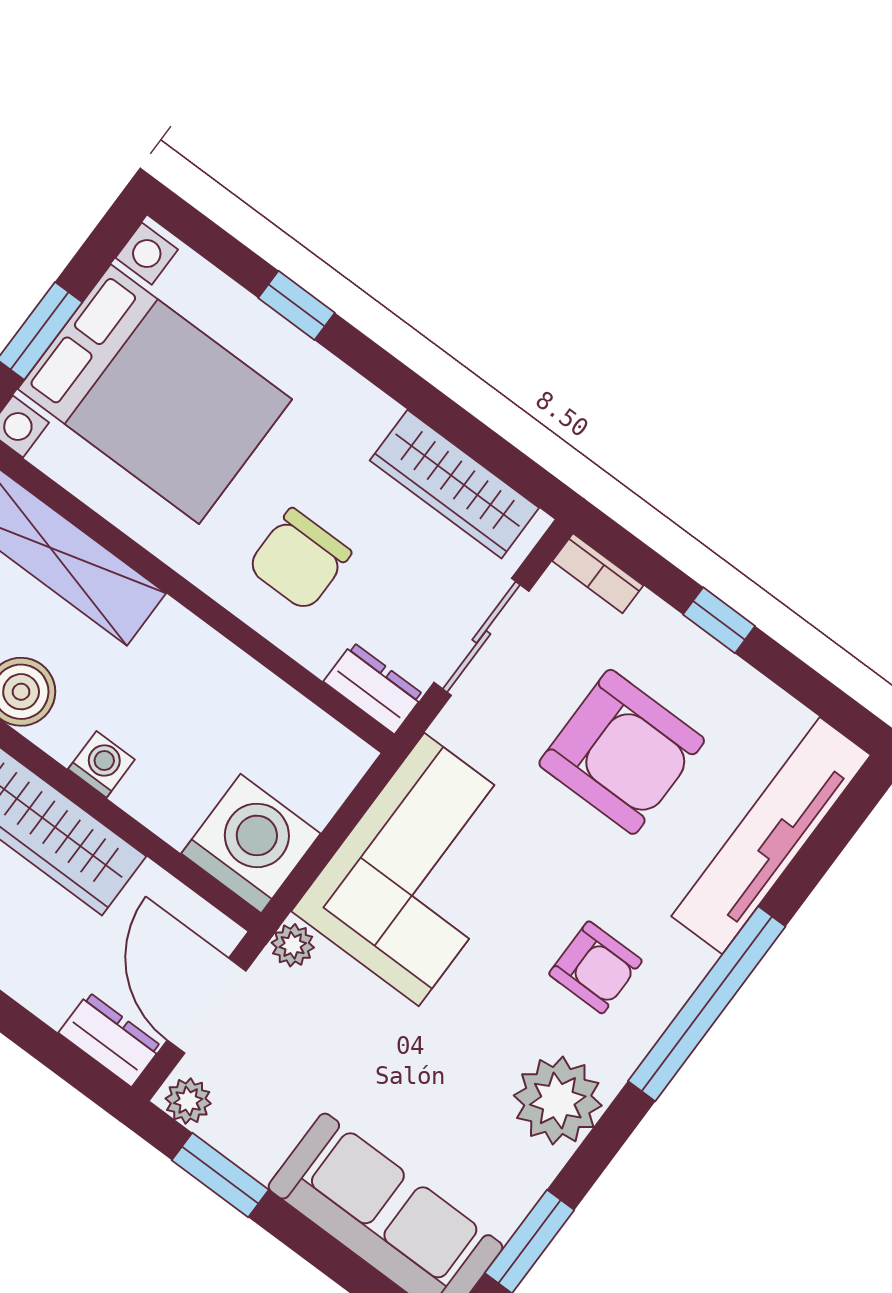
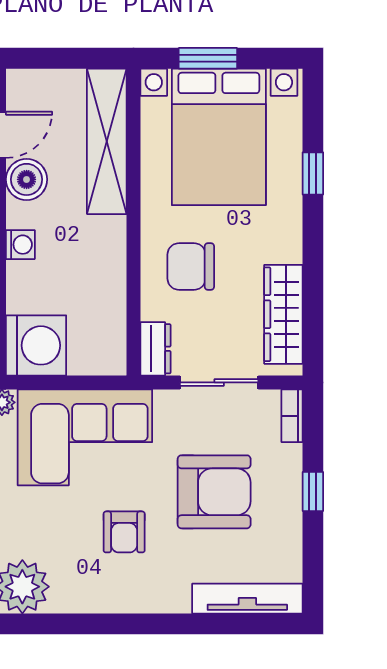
armchair: (622, 752) -> (214, 492), turned -90
tv unit: (771, 836) -> (247, 599), width x0.73, depth x0.78
armchair: (595, 967) -> (124, 532), moved
window: (707, 1004) -> (123, 624), removed

